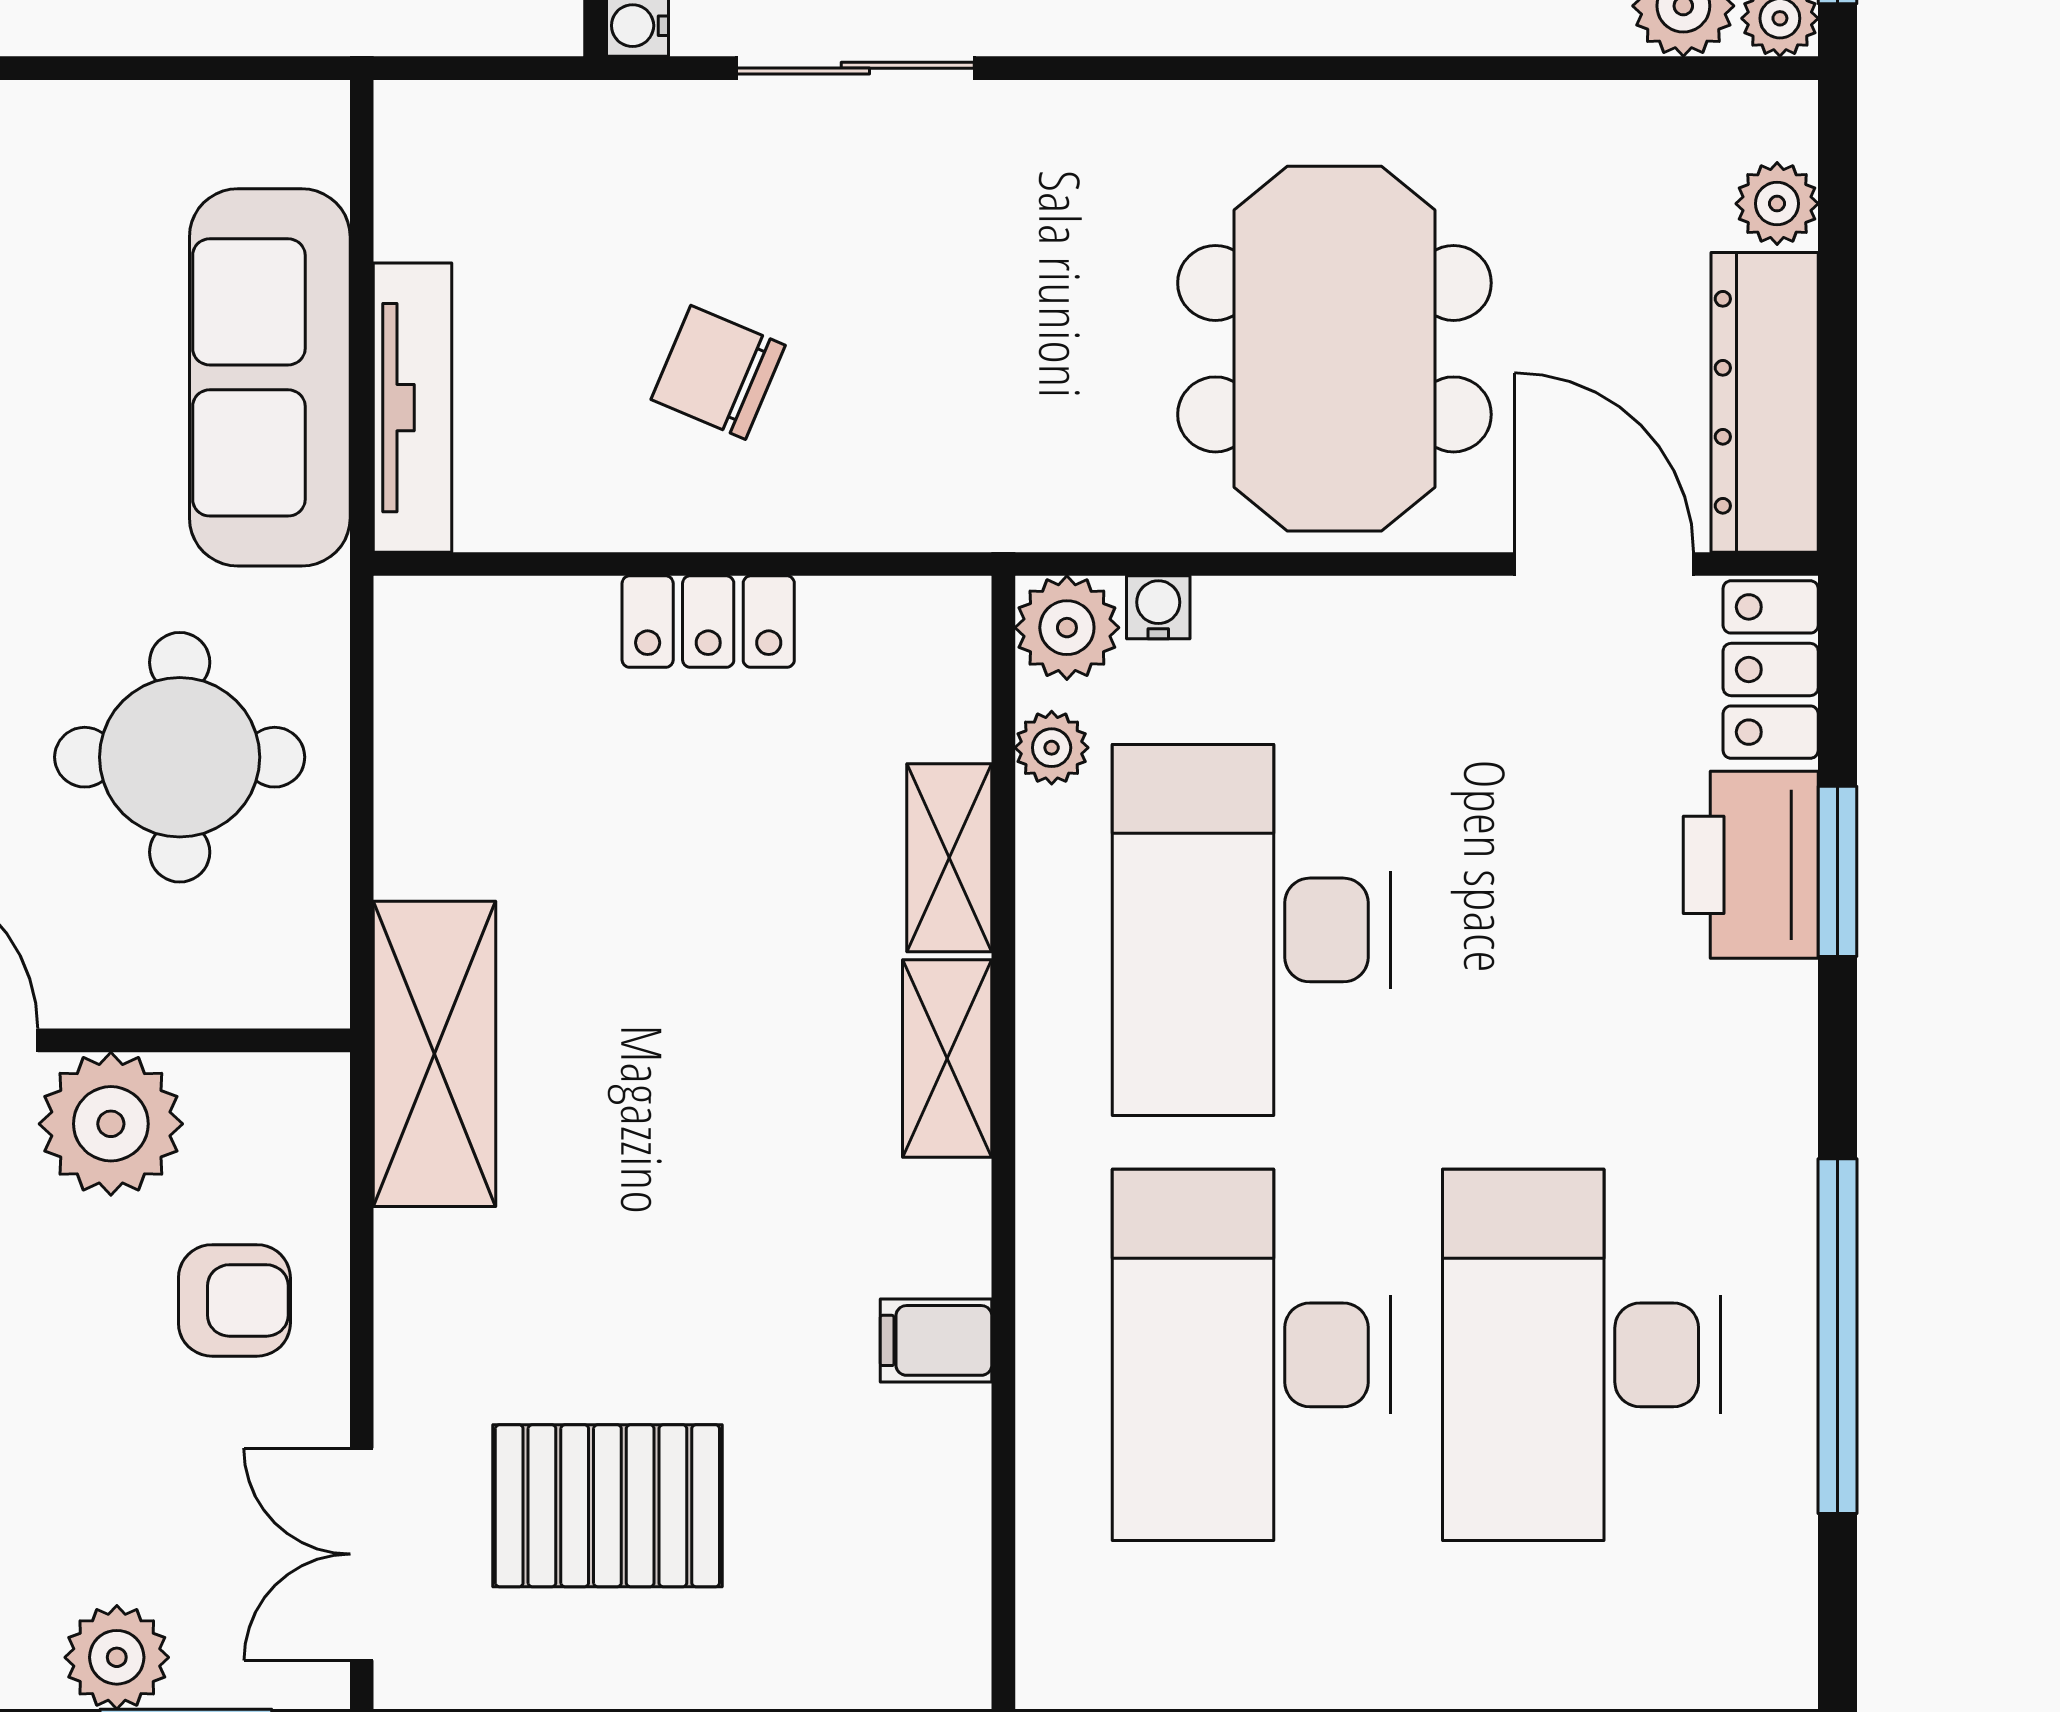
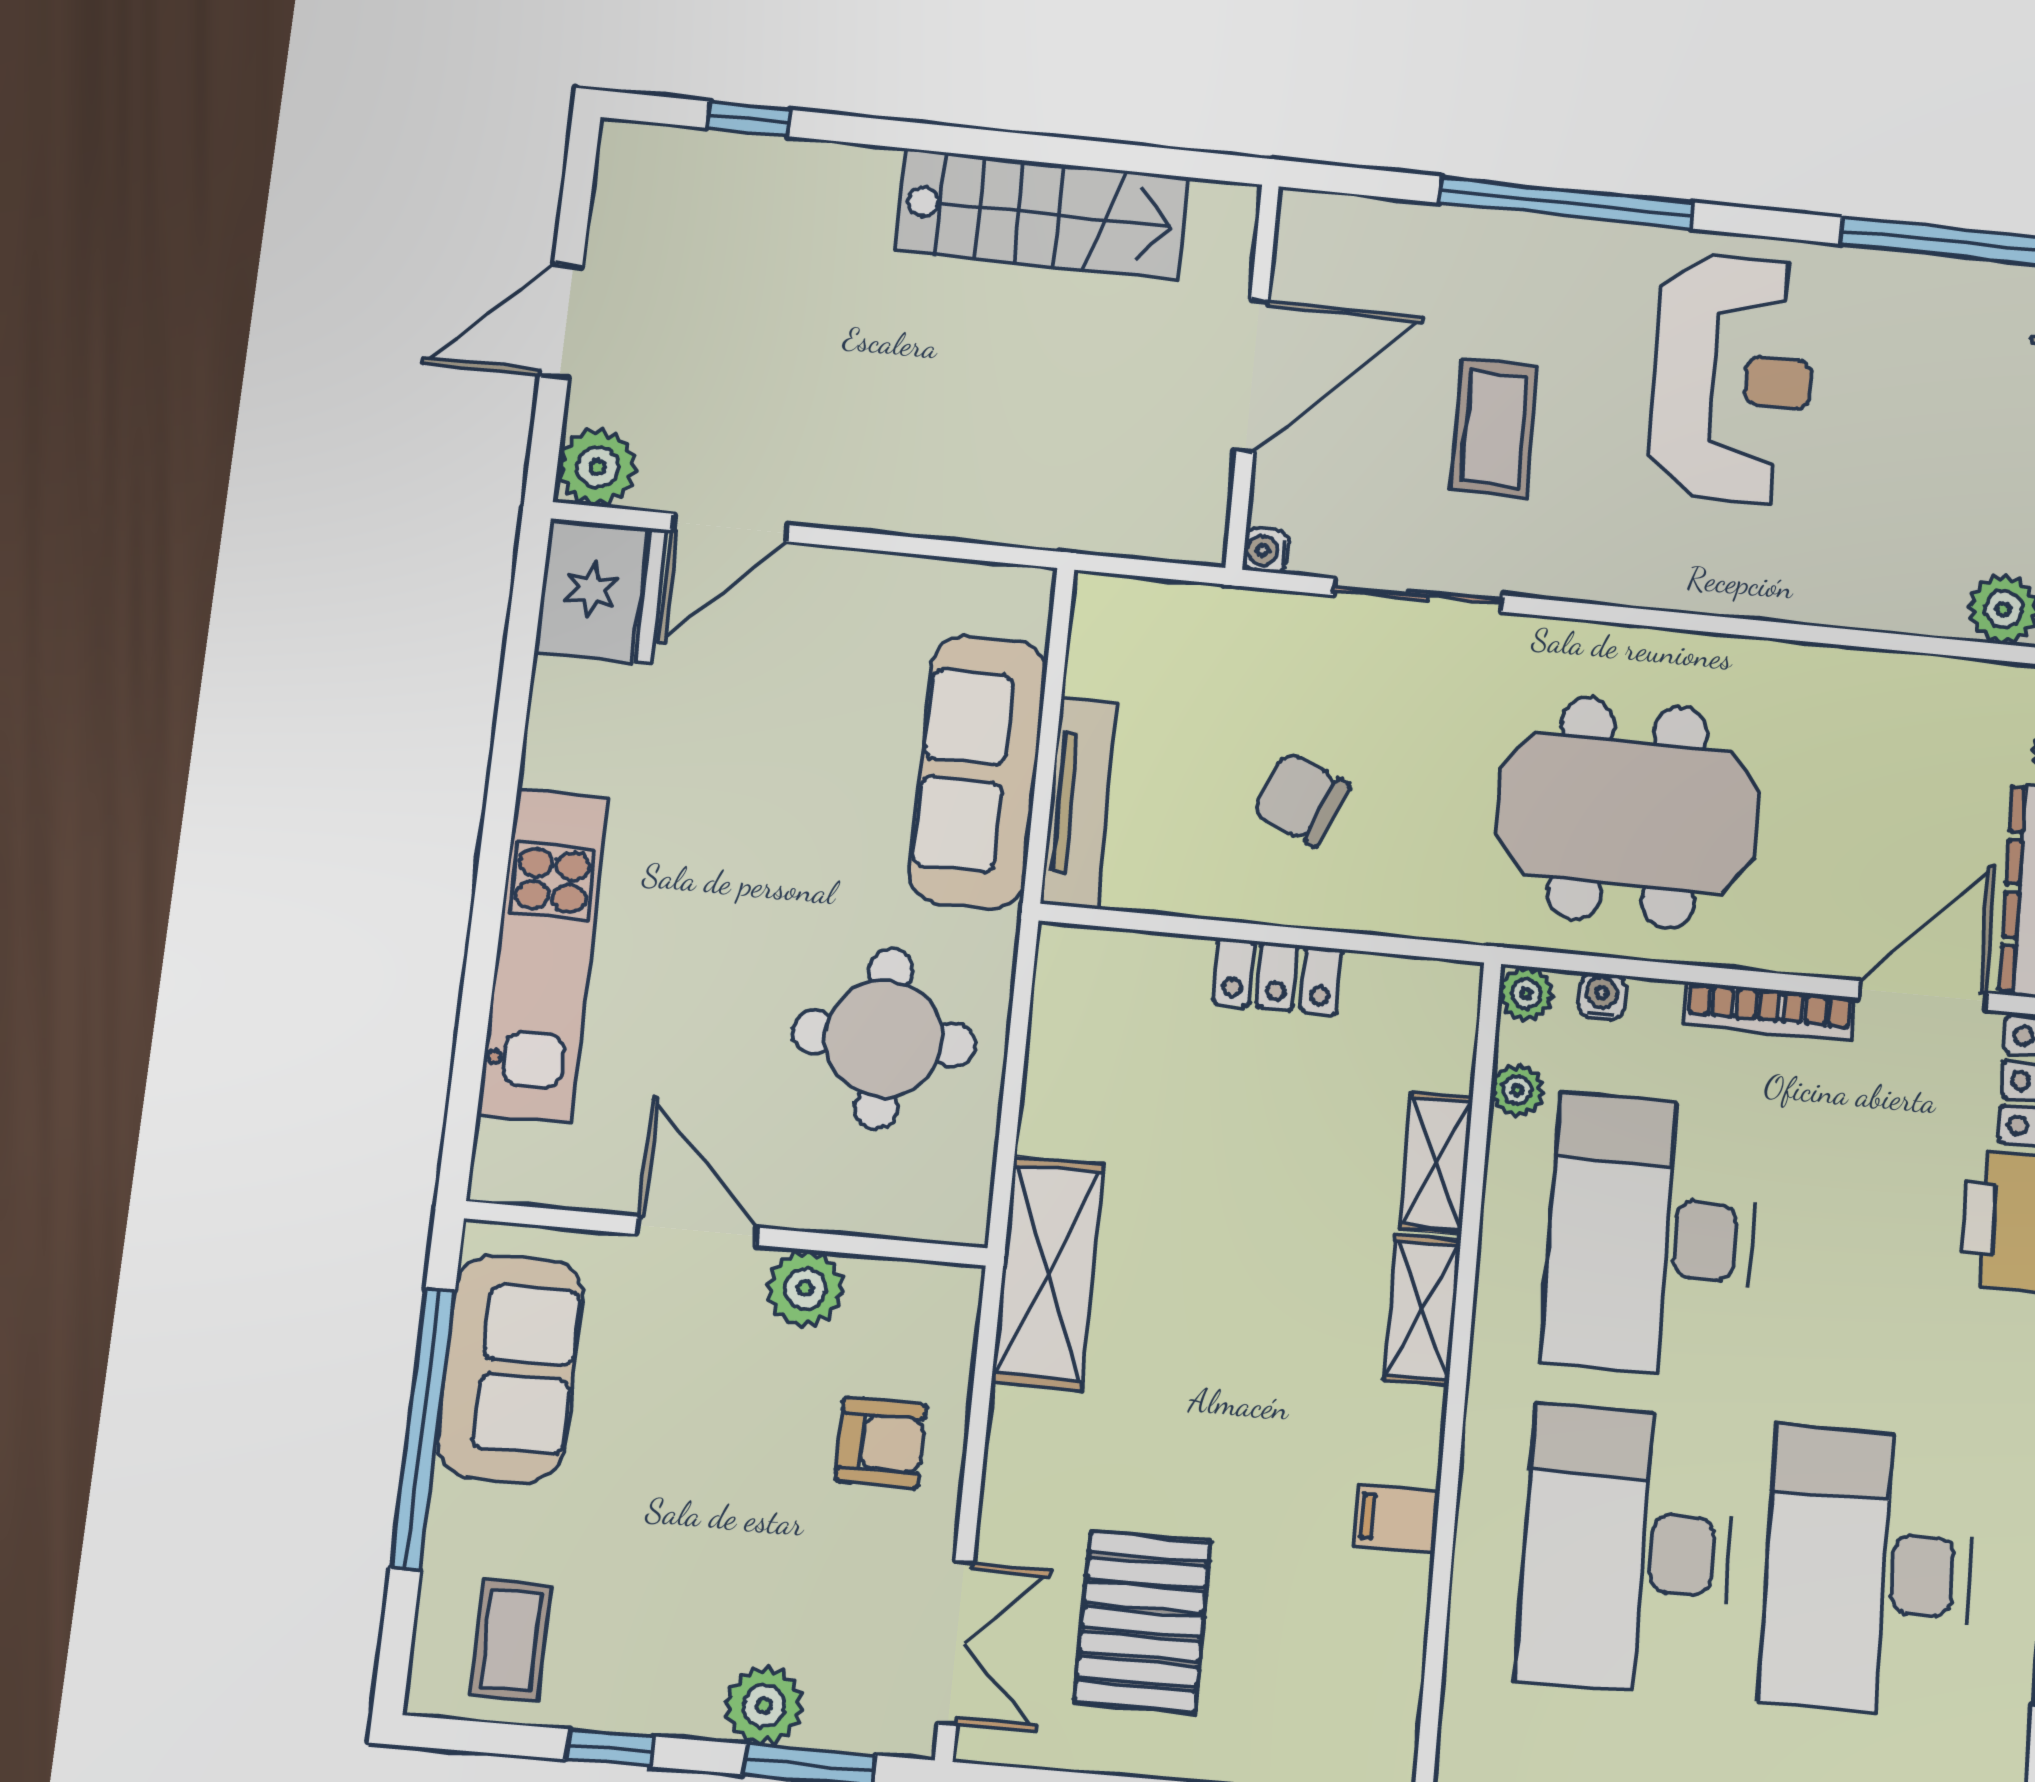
meeting table: (1334, 349) -> (1628, 813), moved, turned 90
door: (1604, 564) -> (1922, 995), hinge flipped
bookcase: (1392, 606) -> (1769, 1011), added
plant: (1067, 628) -> (1526, 994), width x0.73, depth x0.73
plant: (111, 1124) -> (805, 1289), width x0.73, depth x0.73
pallet: (607, 1506) -> (1142, 1622), turned 90
double door: (362, 1554) -> (956, 1643), swing flipped

